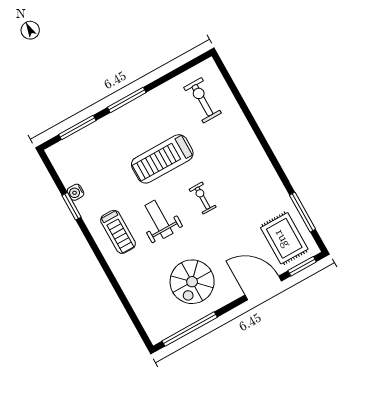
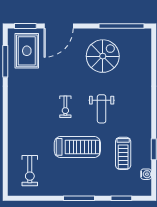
window: (77, 128) -> (121, 198), width x0.69
water cooler: (76, 192) -> (146, 174), moved
treadmill: (118, 232) -> (123, 153), moved, turned 180
door: (263, 288) -> (59, 26), hinge flipped

